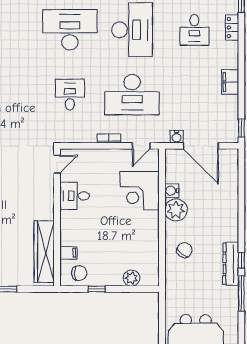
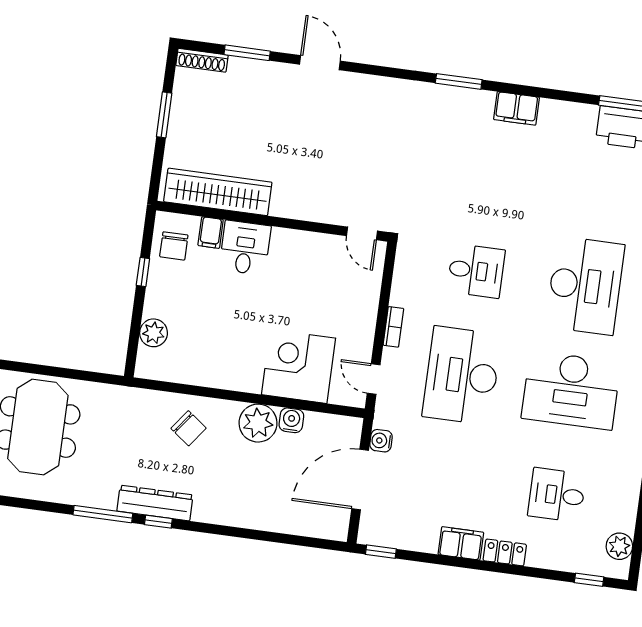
locker: (232, 28) -> (505, 552), moved
desk: (75, 196) -> (245, 248), moved

